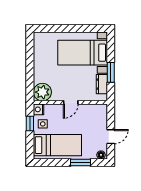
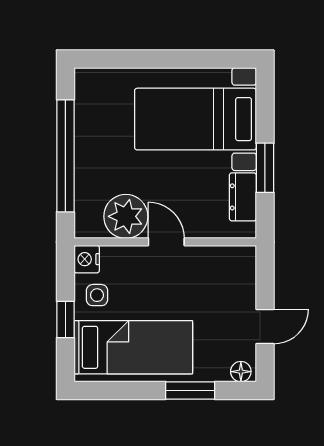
window: (30, 68) -> (65, 156), added
plant: (42, 92) -> (126, 216), moved
door: (71, 102) -> (166, 242), swing flipped
window: (30, 124) -> (65, 319), moved

